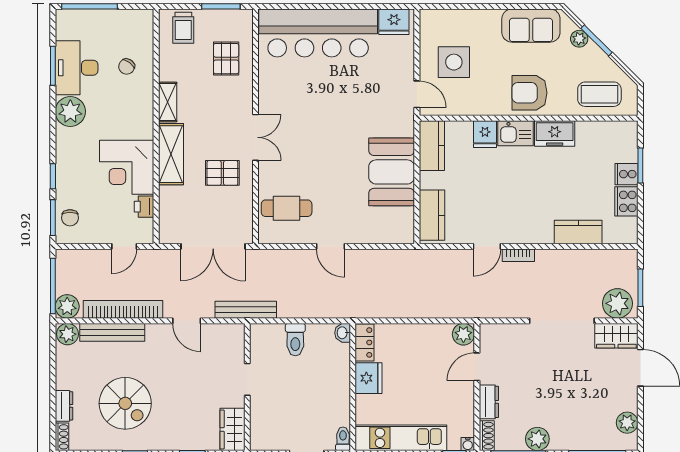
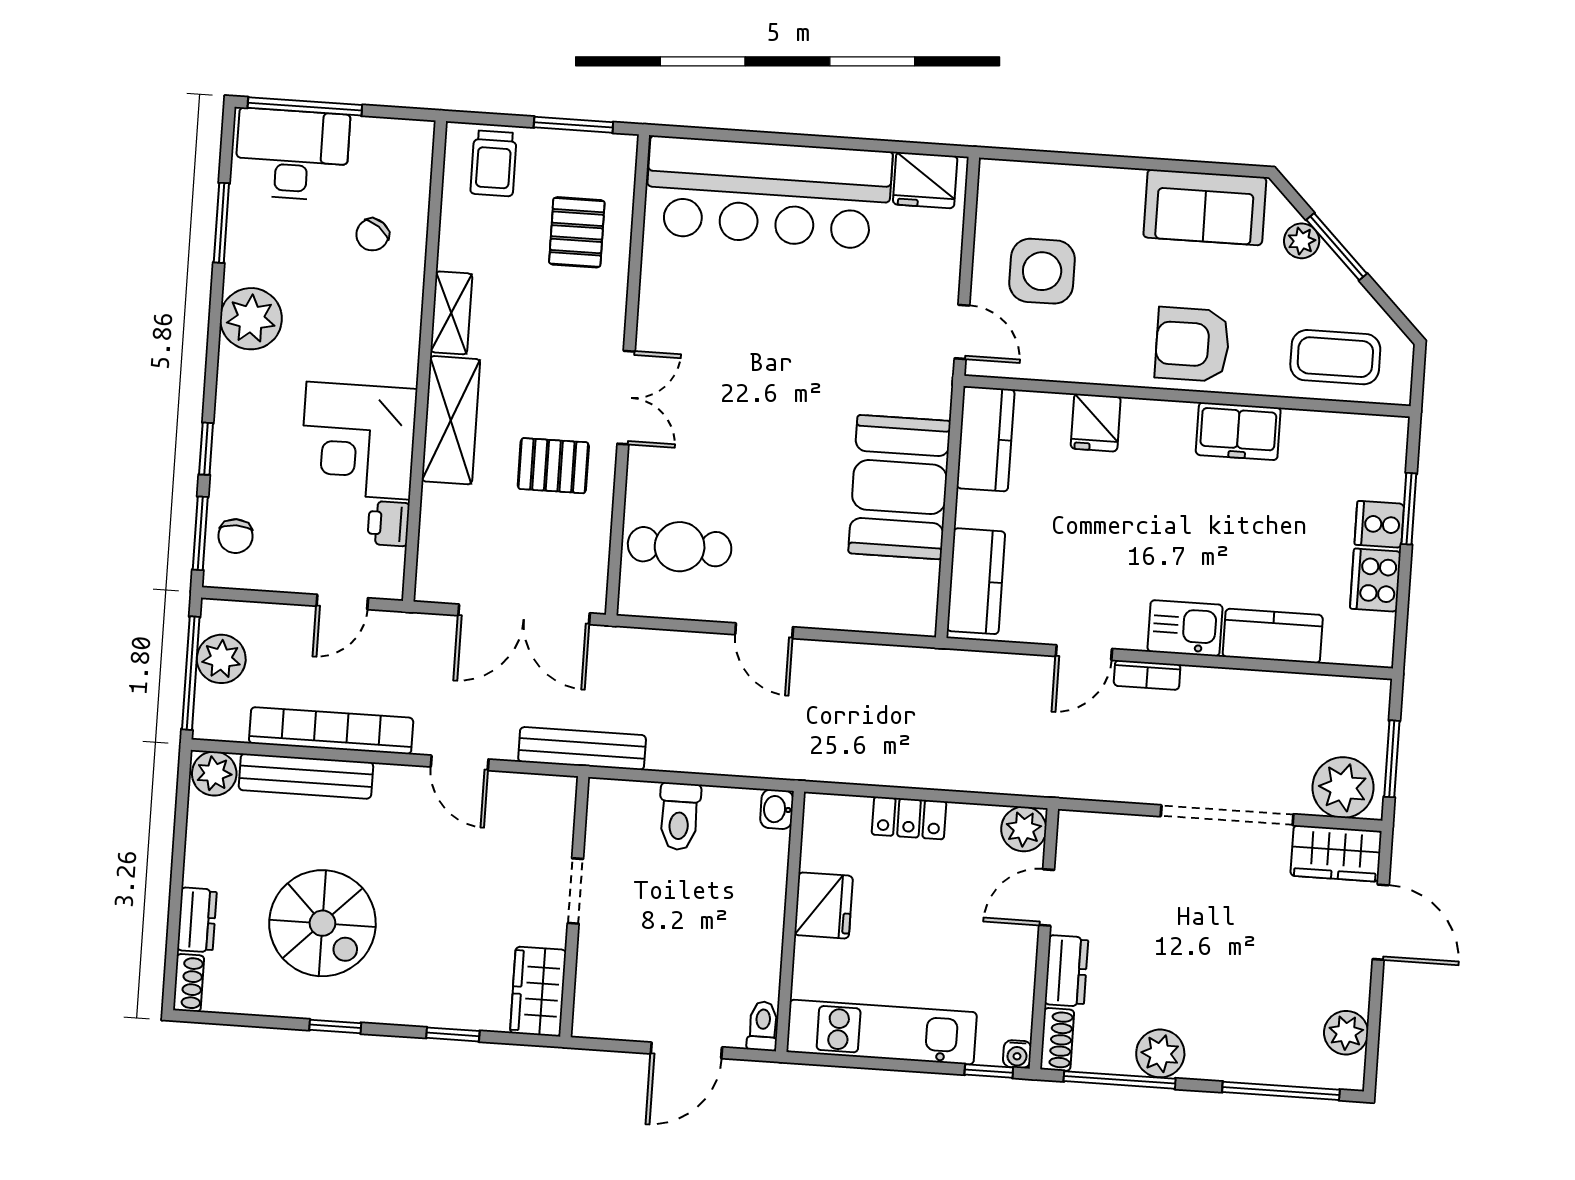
desk: (77, 68) -> (292, 154), moved, turned 90
kitchen sink: (515, 133) -> (1185, 628), moved, turned 180
plant: (67, 306) -> (221, 659), moved
locker: (365, 342) -> (909, 818), moved, turned 90

